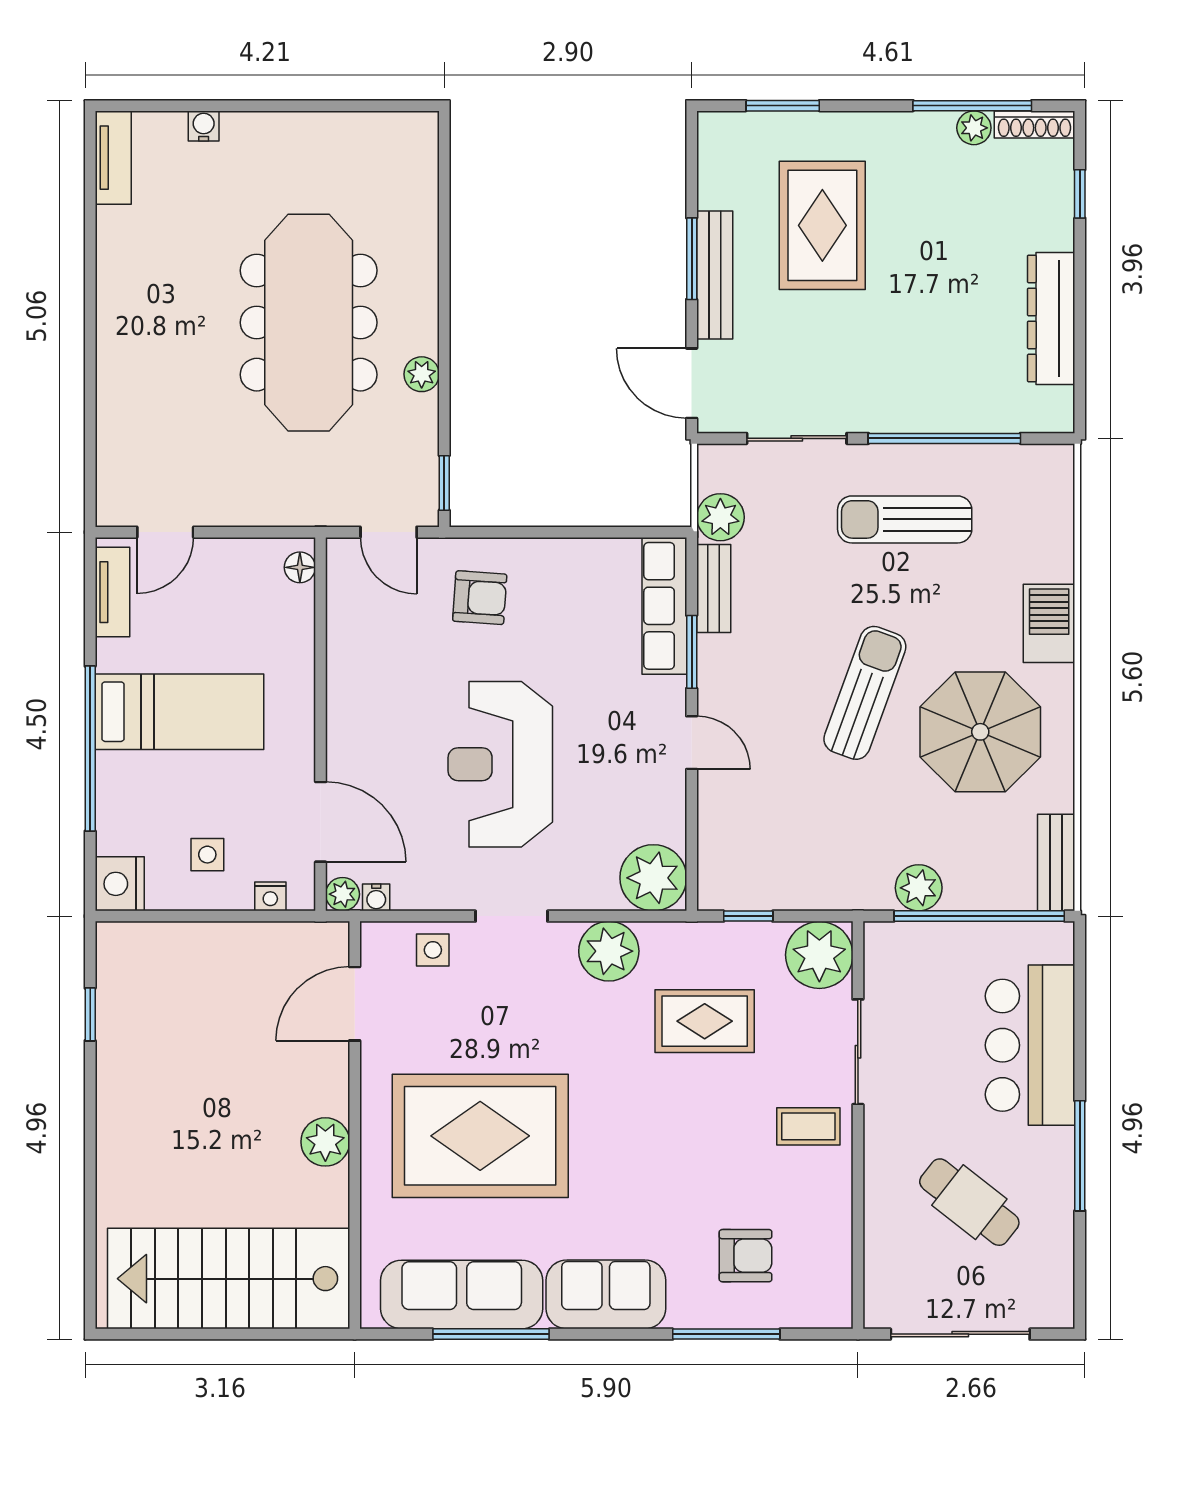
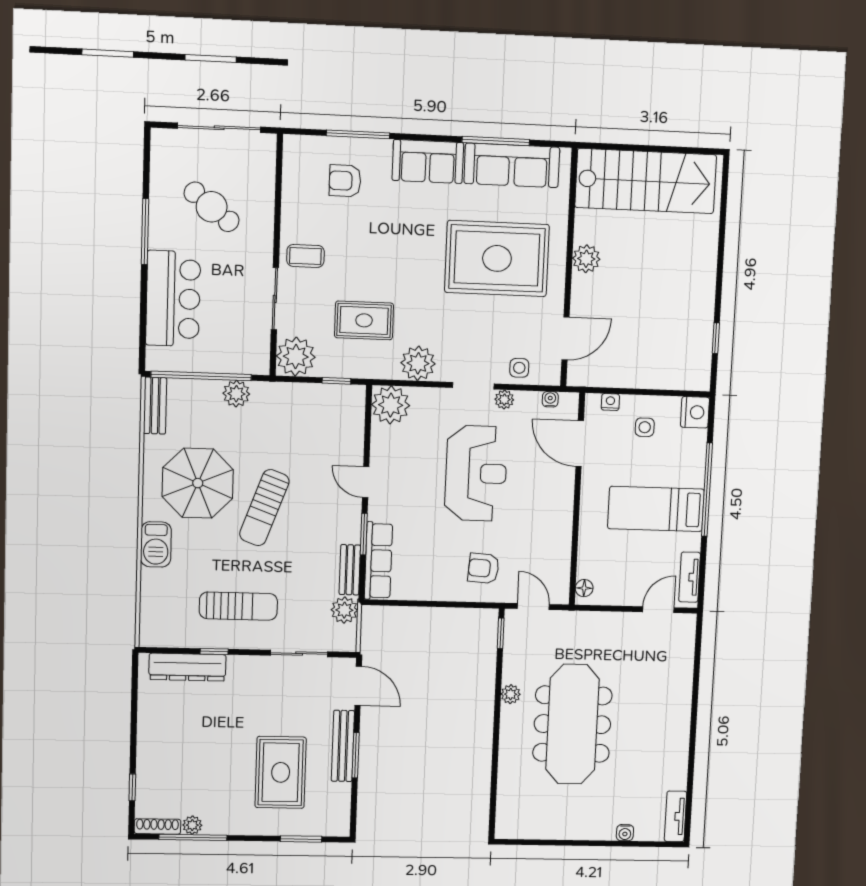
dresser: (1051, 318) -> (187, 667), moved, turned 90
window: (944, 438) -> (214, 652), width x0.32
plant: (342, 894) -> (504, 400), moved

